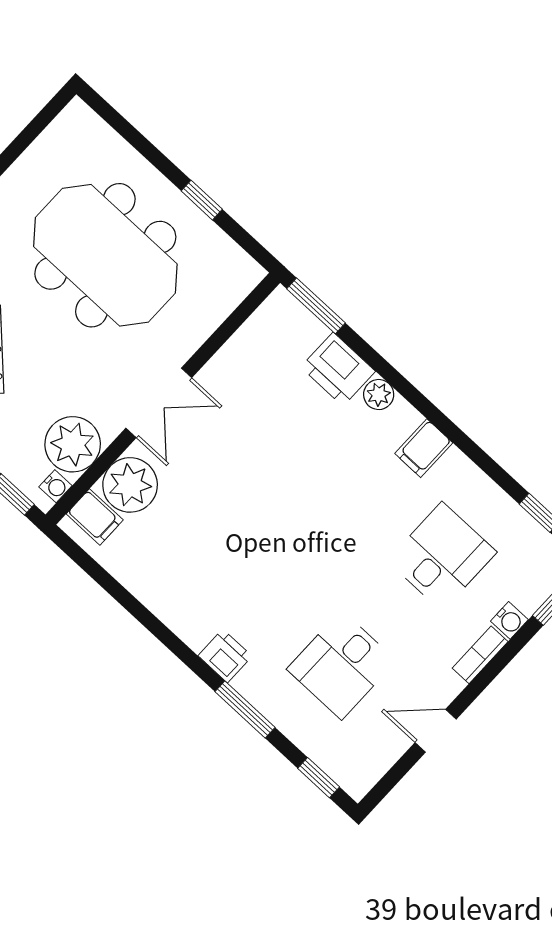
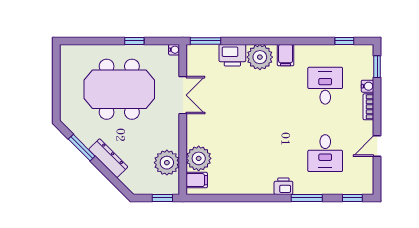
plant: (379, 395) -> (260, 57), width x1.88, depth x1.88
double door: (159, 403) -> (183, 95), moved
water cooler: (55, 486) -> (174, 50), moved

